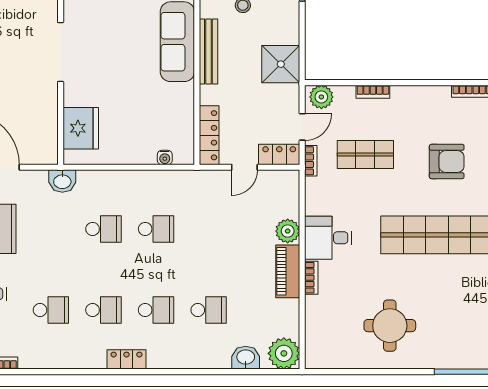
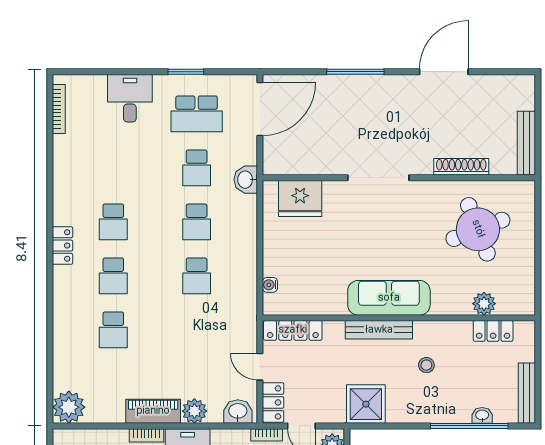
school desk: (51, 310) -> (197, 168), moved
washbasin: (246, 358) -> (238, 412), moved, turned -90

